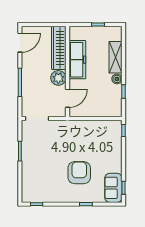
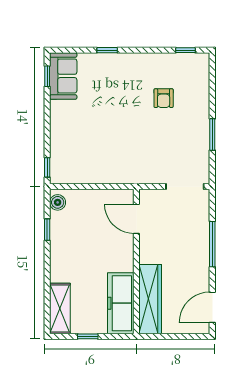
shelving: (115, 57) -> (60, 309), moved
freezer: (77, 60) -> (121, 303), moved
plant: (58, 78) -> (151, 251), removed
boiler: (117, 79) -> (58, 202), moved
door: (67, 98) -> (136, 219), hinge flipped
armchair: (79, 173) -> (164, 98), moved, width x0.53, depth x0.53

